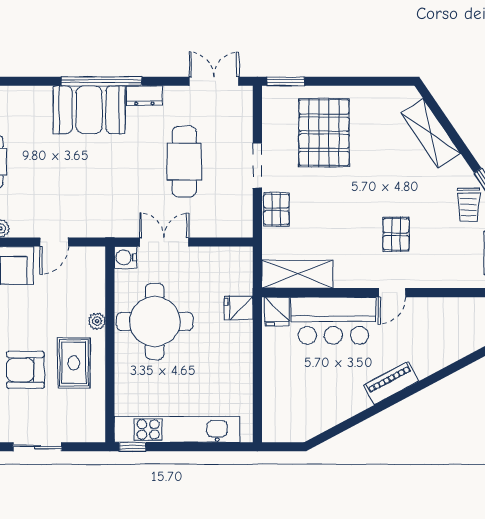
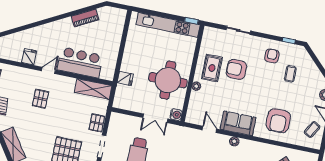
door: (54, 242) -> (209, 129), hinge flipped
fridge: (277, 312) -> (29, 57), moved
armchair: (25, 370) -> (236, 69), turned 180
piano: (391, 383) -> (85, 18), moved

